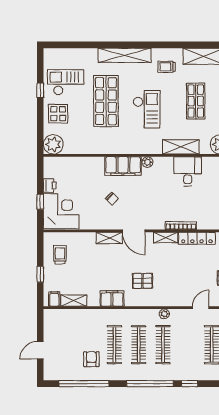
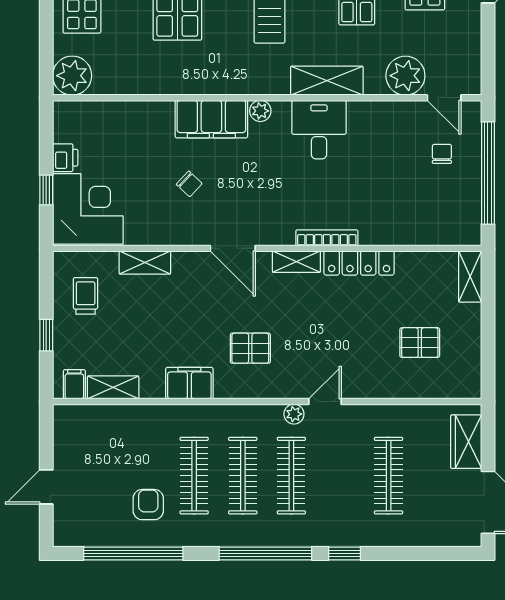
desk: (188, 171) -> (319, 130), moved
shelving: (109, 238) -> (145, 263), moved
door: (201, 308) -> (325, 402), moved

